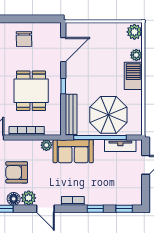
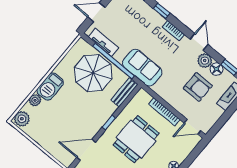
bench: (71, 114) -> (124, 93), width x0.73
plant: (46, 145) -> (159, 89), removed

